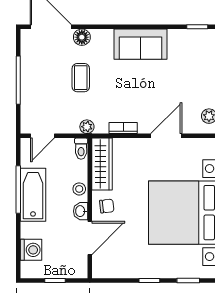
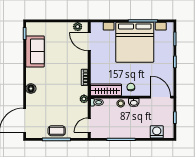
floor lamp: (82, 37) -> (31, 89), moved
sofa: (140, 44) -> (35, 51), moved
coffee table: (81, 78) -> (57, 131), moved
door: (42, 136) -> (89, 125), swing flipped
door: (166, 136) -> (89, 42), moved
bathtub: (33, 195) -> (124, 131), removed
door: (90, 238) -> (161, 97), moved

